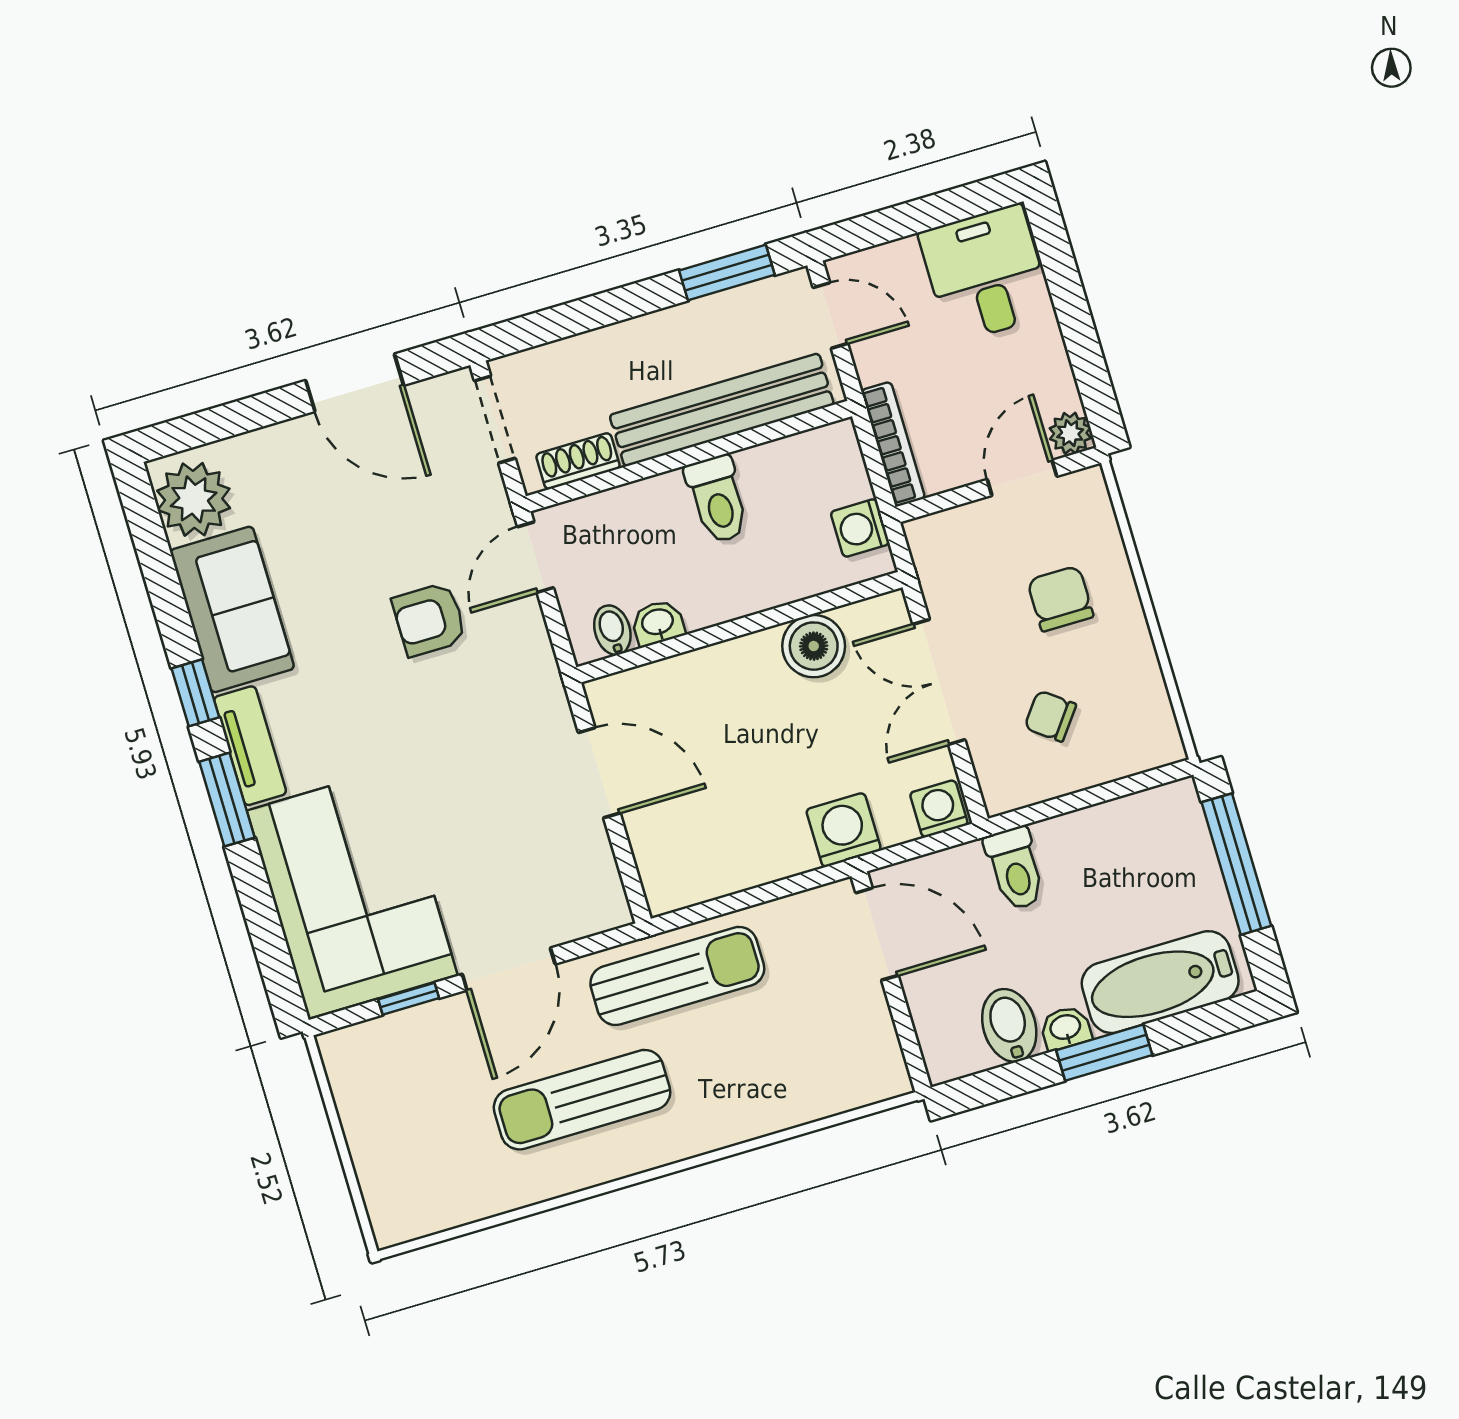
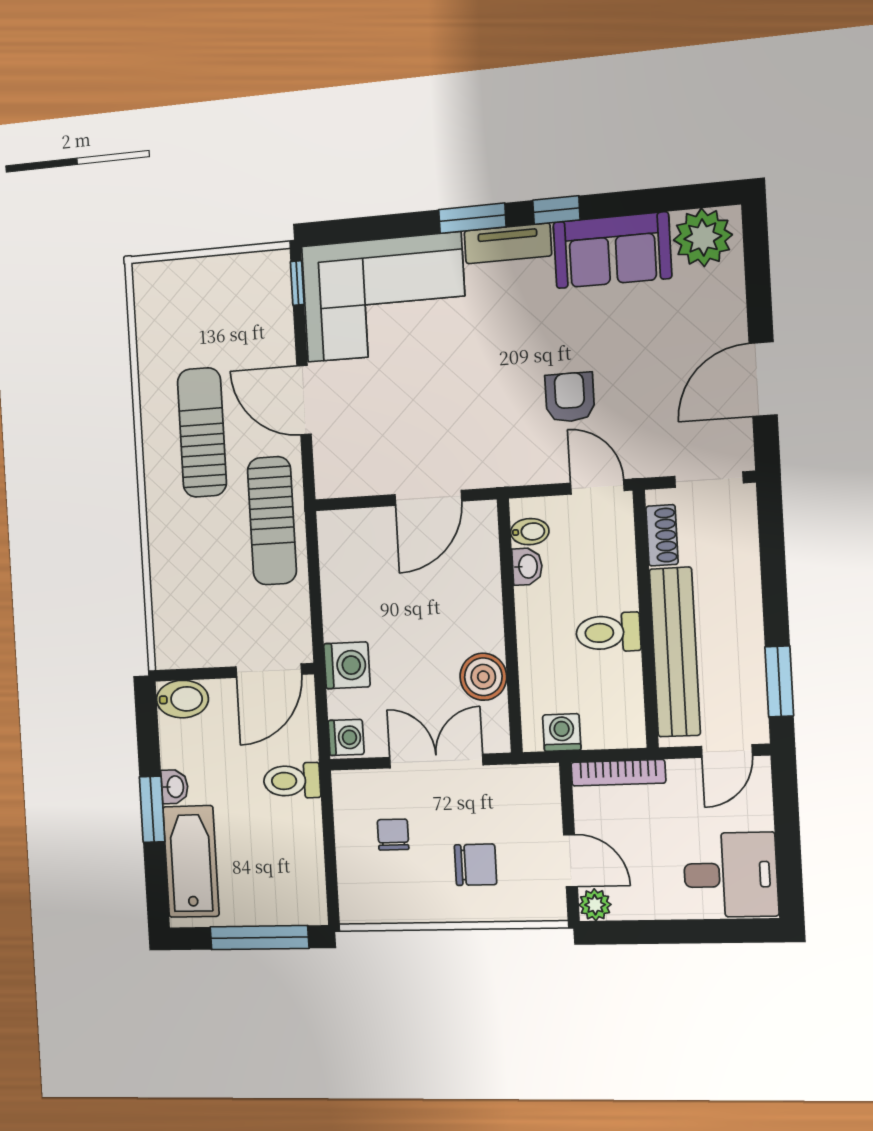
chair: (1050, 716) -> (393, 835), turned -37
window: (409, 999) -> (297, 283), moved
bidet: (1009, 1025) -> (182, 699), moved

